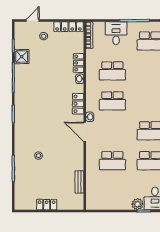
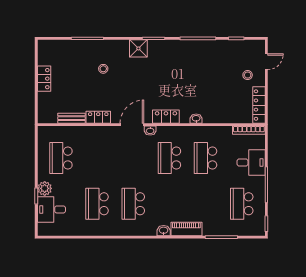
door: (33, 21) -> (266, 62), hinge flipped
shower: (22, 57) -> (138, 48), moved
locker: (79, 63) -> (98, 117), moved
school desk: (112, 161) -> (61, 158), moved

